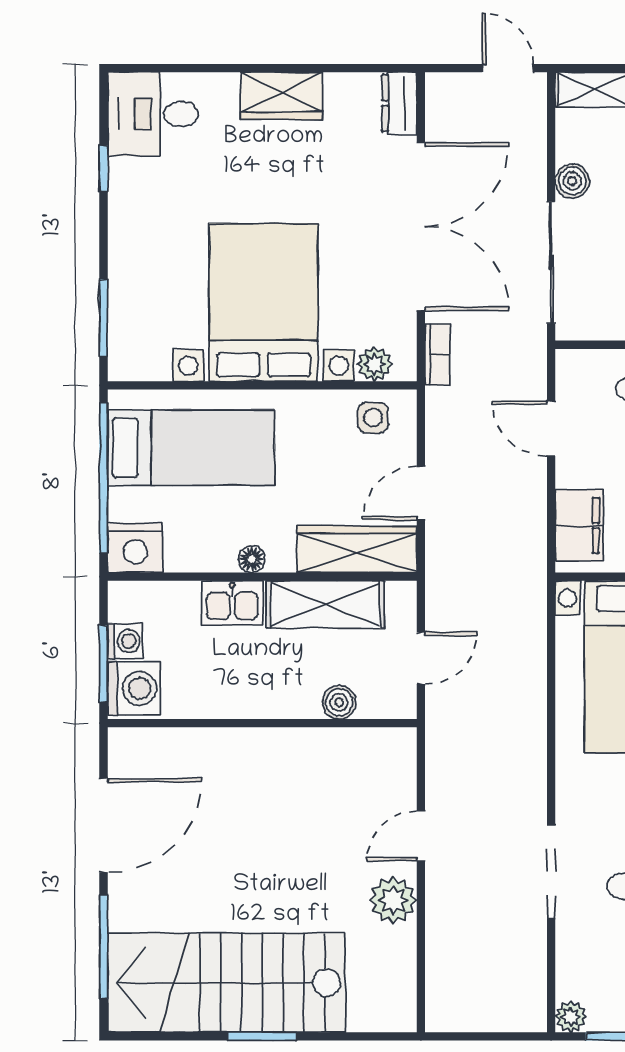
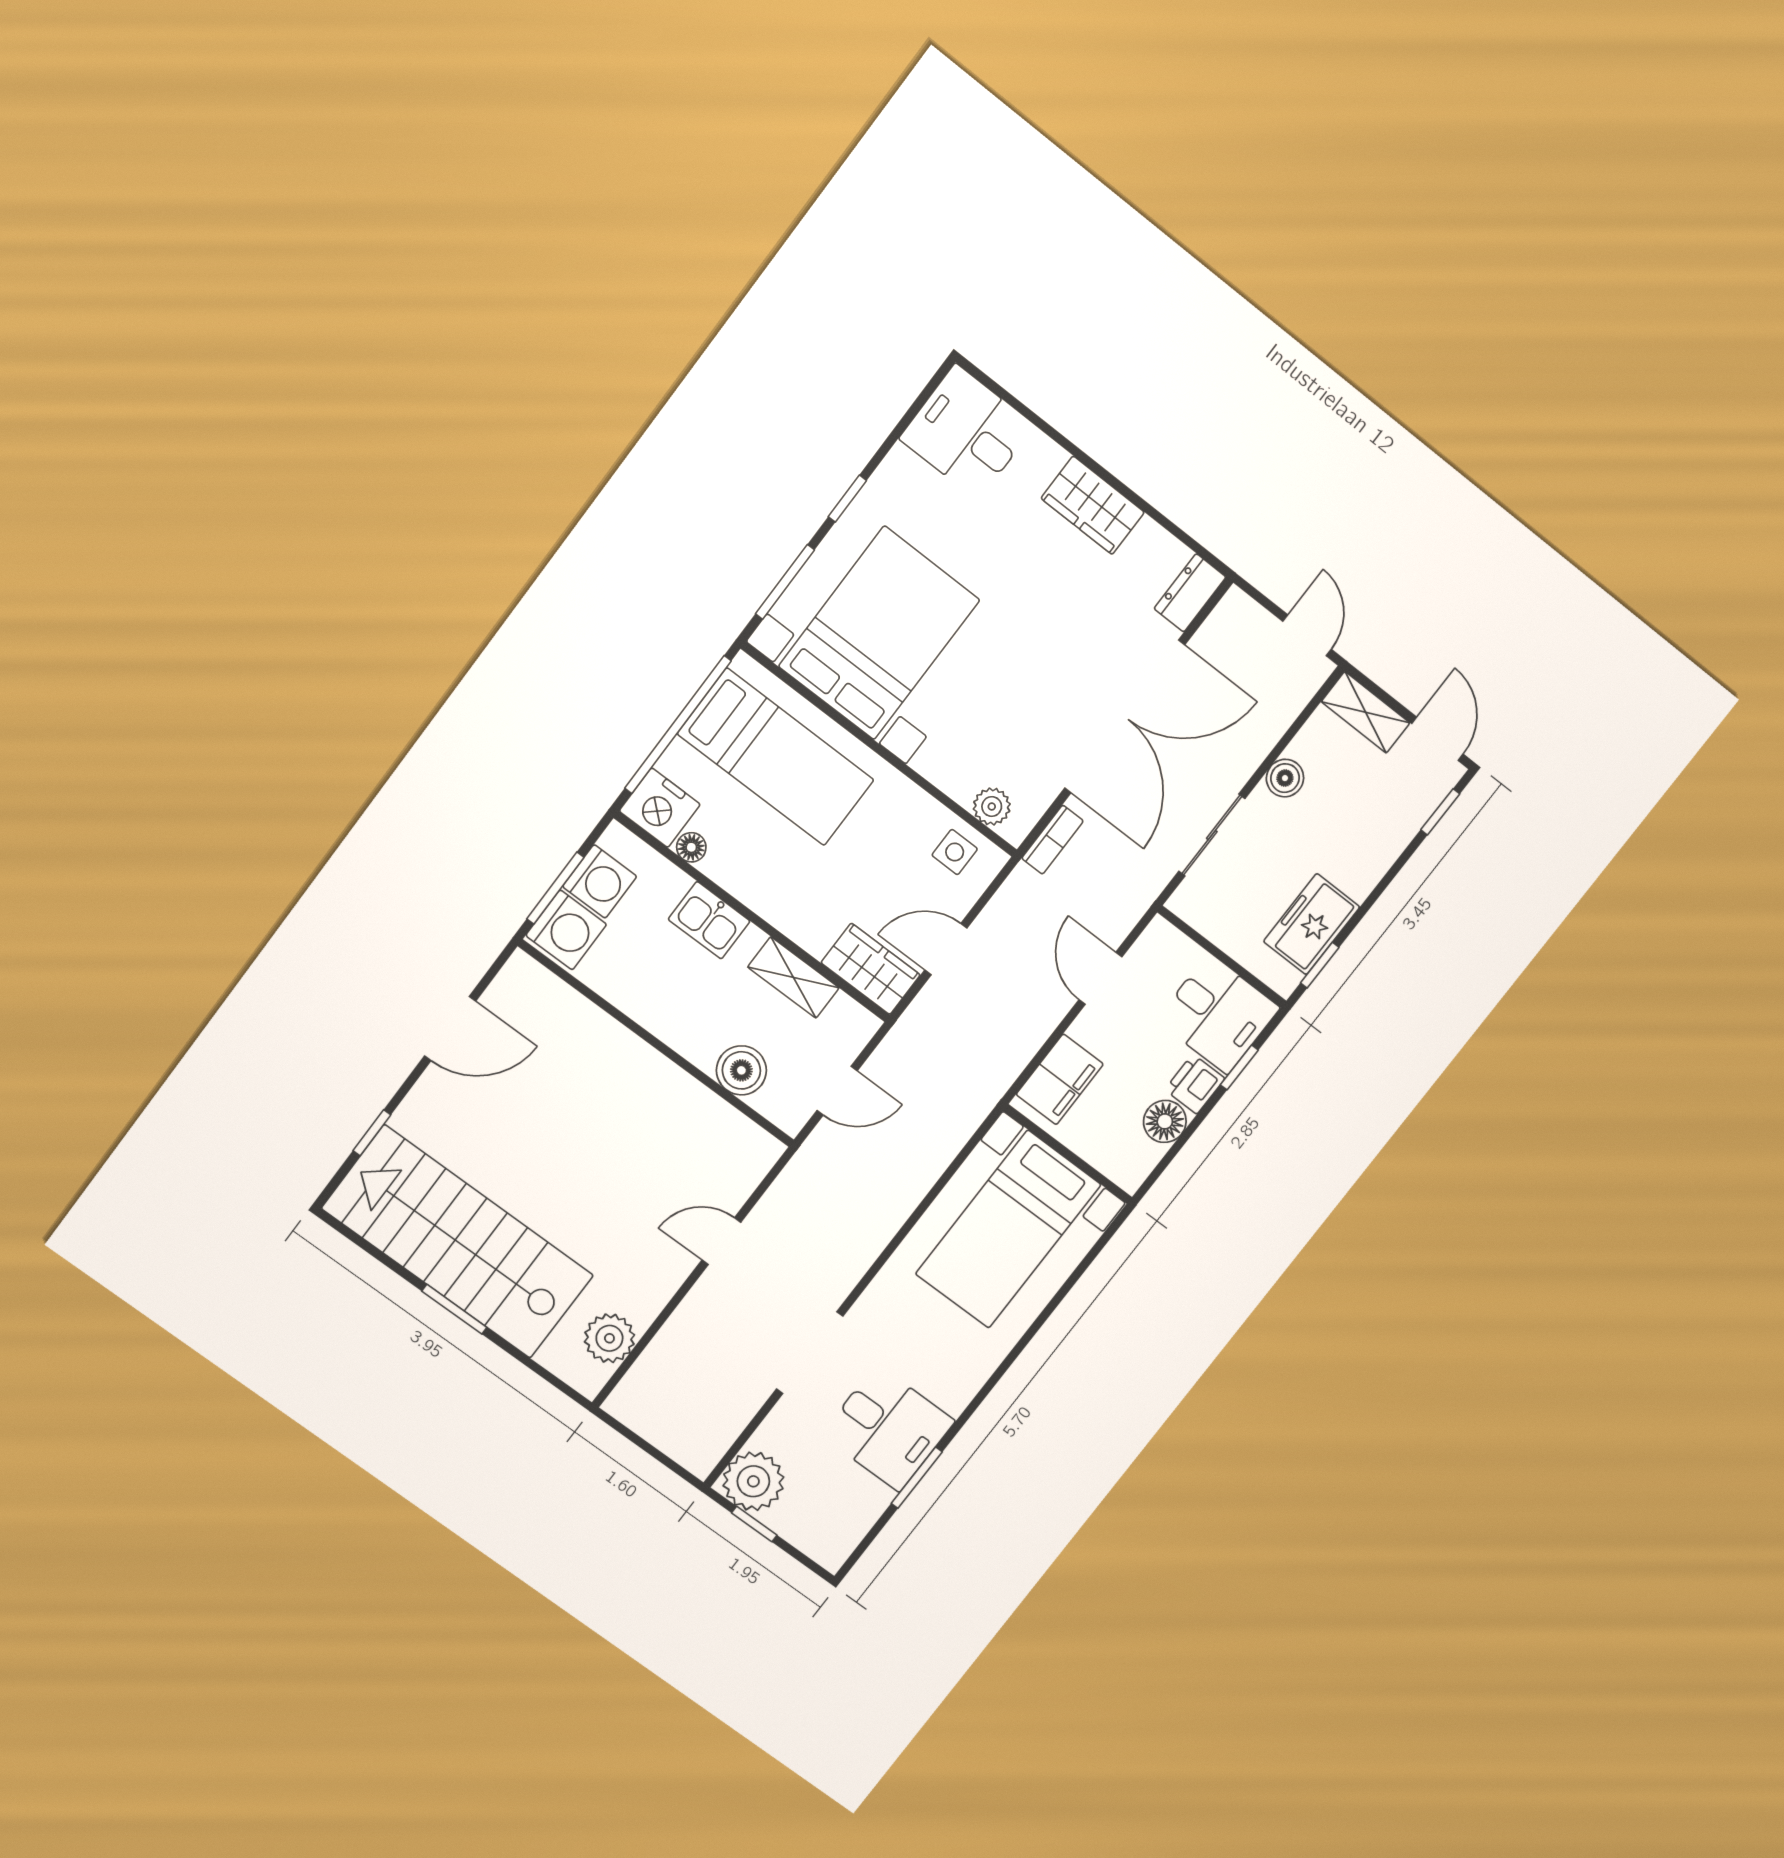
window: (104, 169) -> (847, 499), moved
sliding door: (551, 263) -> (1212, 835), width x0.73
bed with nightstands: (264, 303) -> (879, 633), moved
wardrobe: (357, 549) -> (871, 969), width x0.67
floor lamp: (252, 559) -> (691, 847), moved
shelving: (325, 604) -> (793, 977), width x0.67, depth x0.75
washing machine: (125, 641) -> (600, 881), width x1.38, depth x1.38
boiler: (339, 702) -> (741, 1070), width x1.36, depth x1.36
door: (104, 825) -> (450, 1029), width x0.73
plant: (393, 900) -> (609, 1338), moved
window: (104, 947) -> (372, 1133), width x0.46
plant: (571, 1017) -> (753, 1481), width x1.88, depth x1.88

